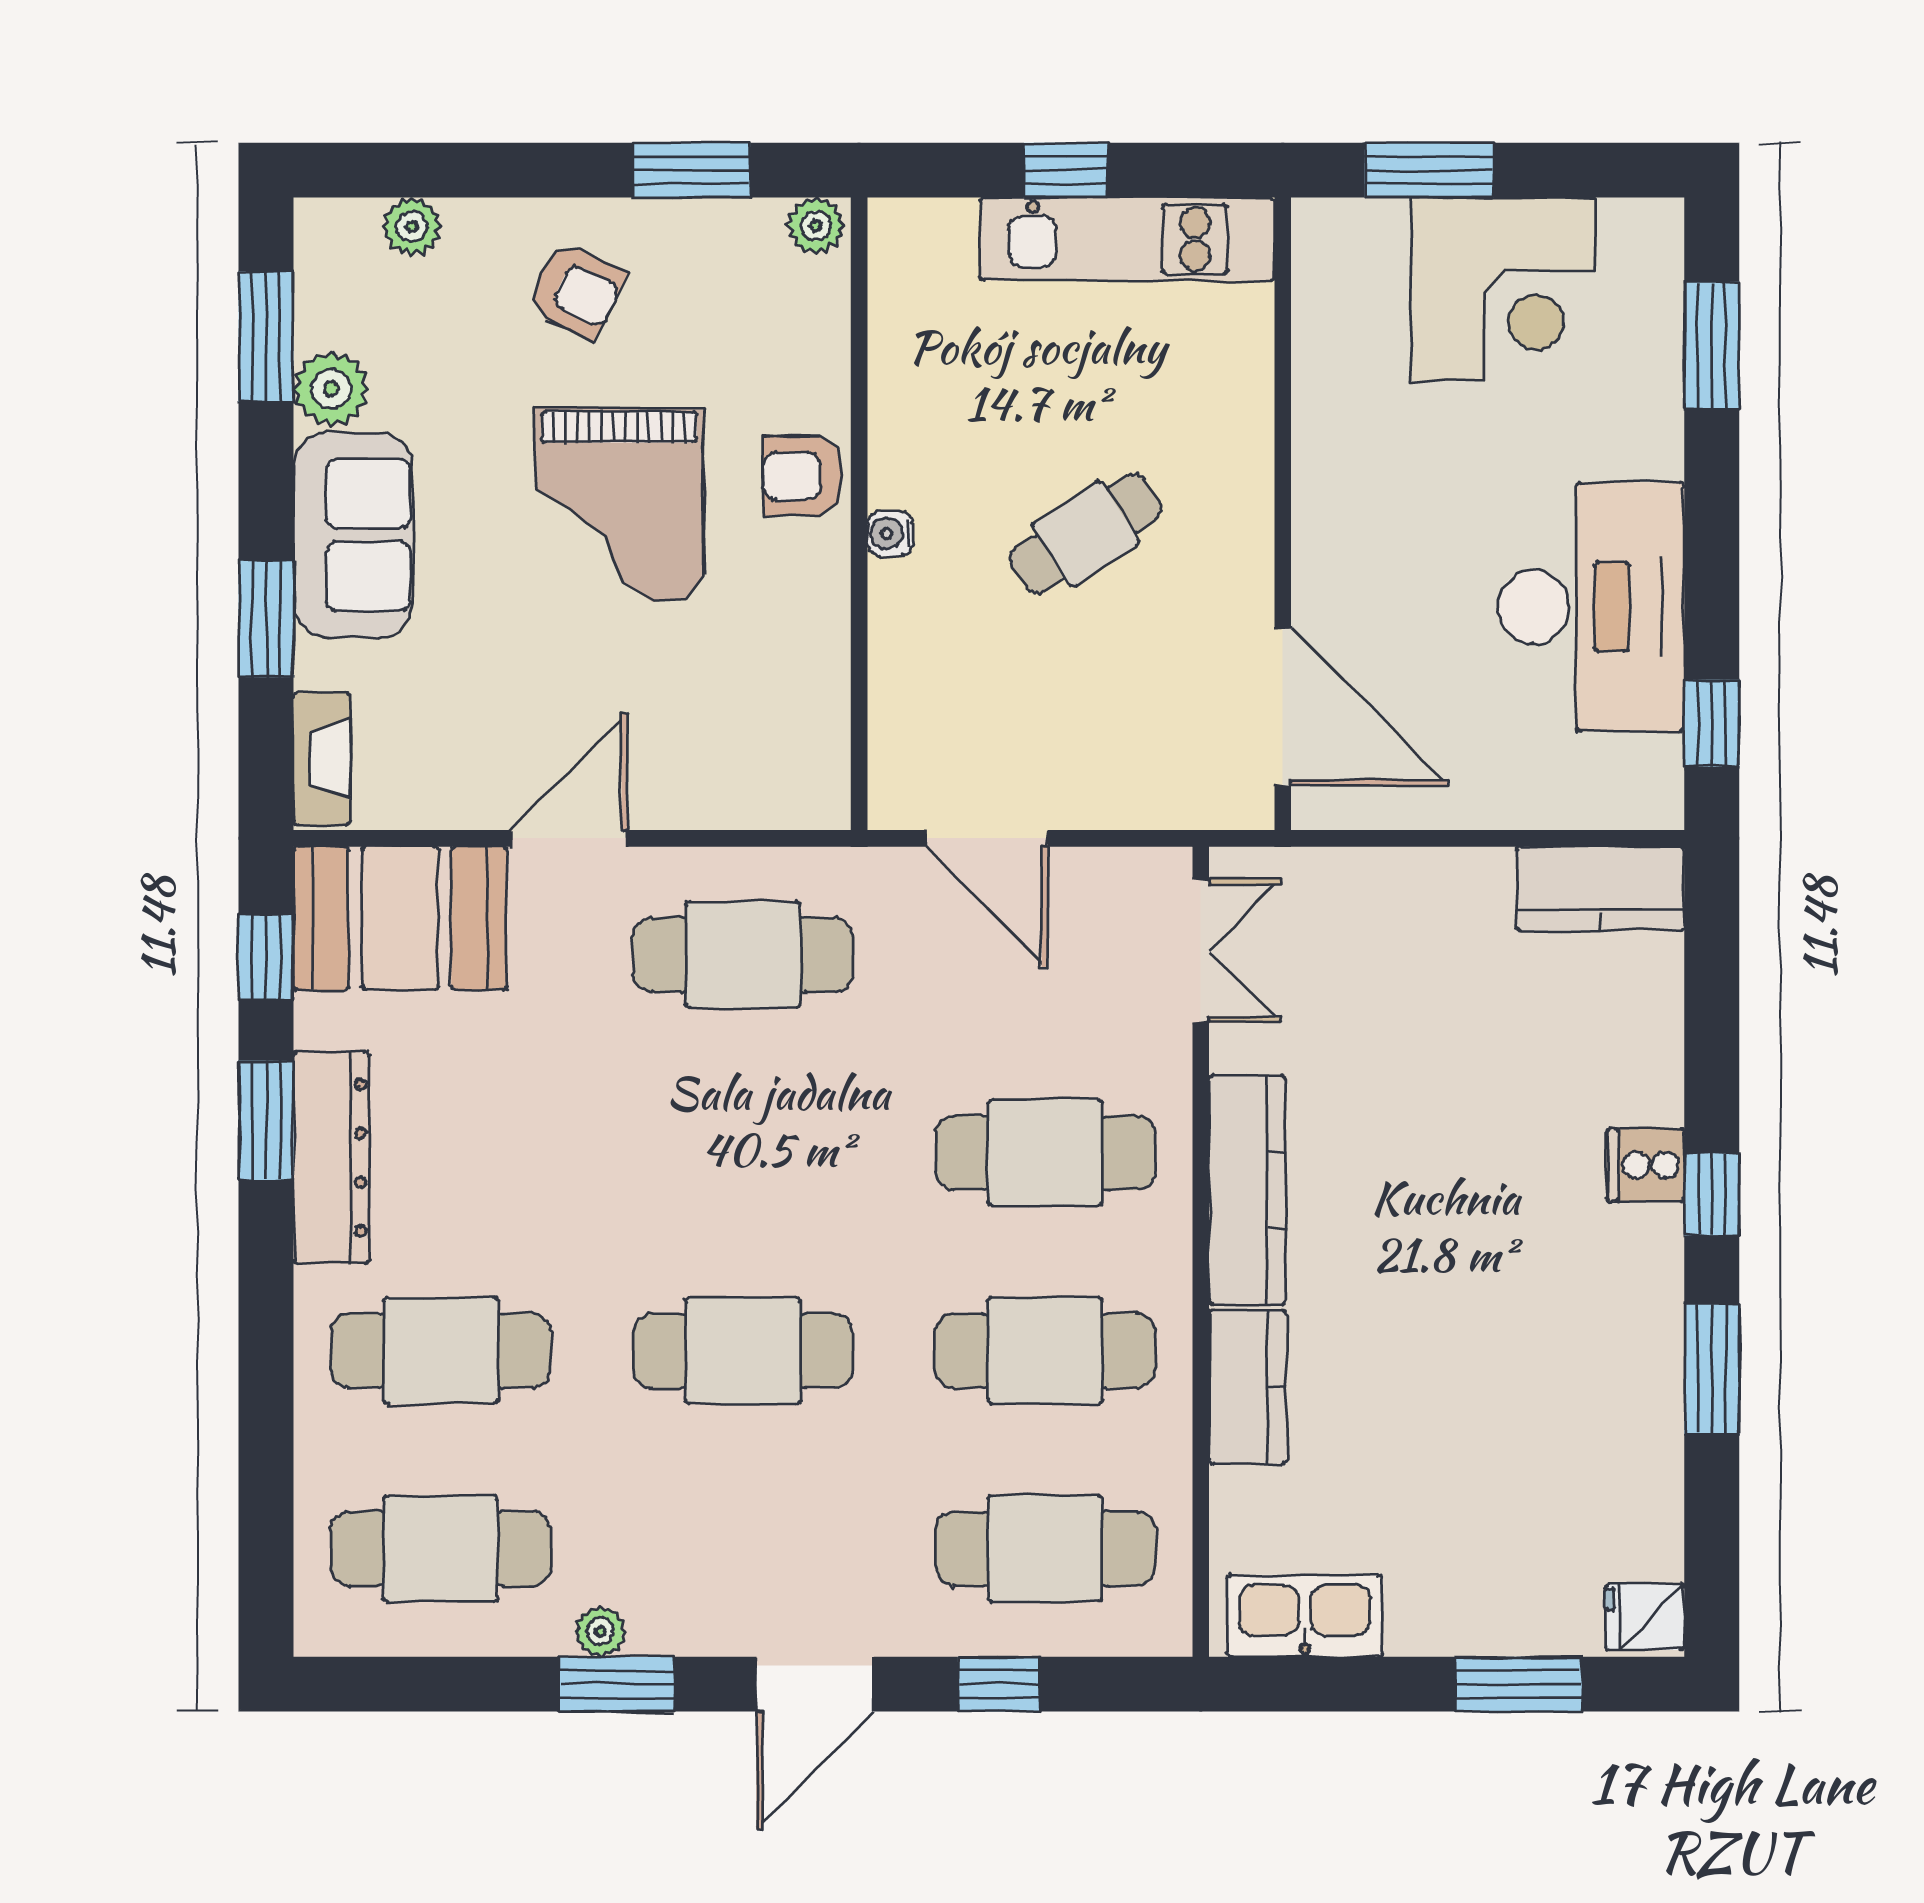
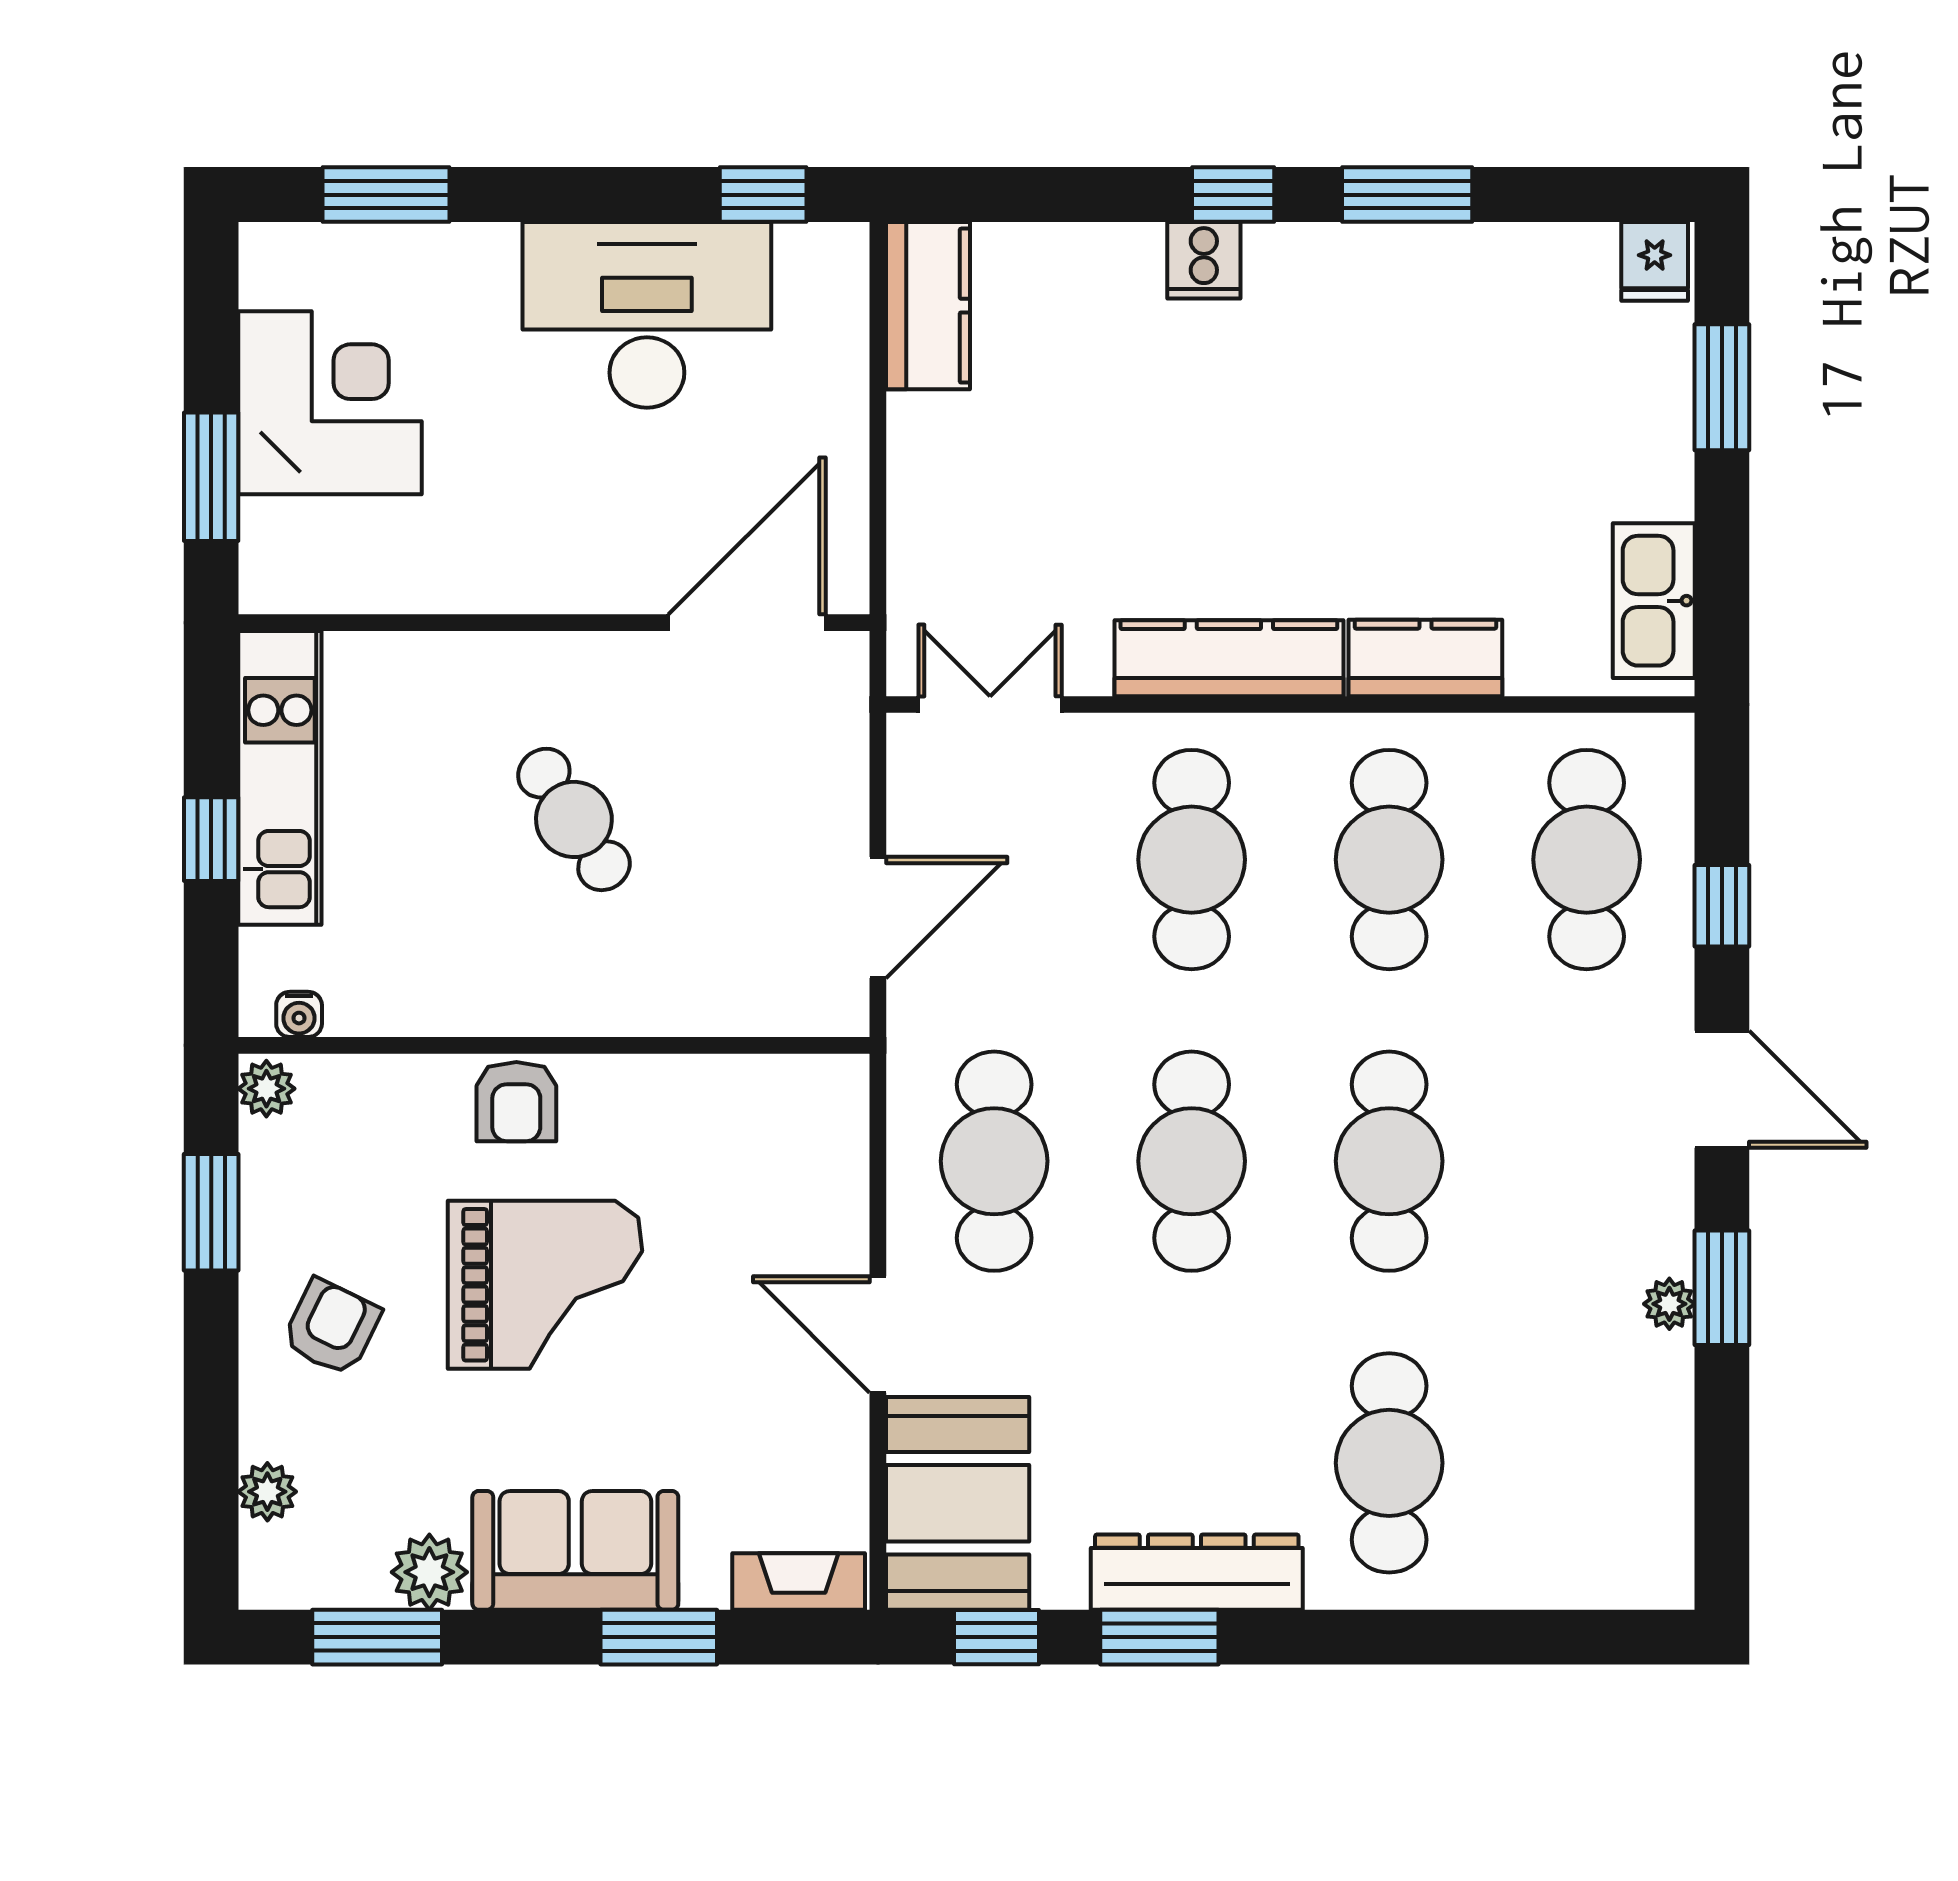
water cooler: (890, 533) -> (299, 1014), moved
cafe table: (441, 1549) -> (1192, 1161), moved

